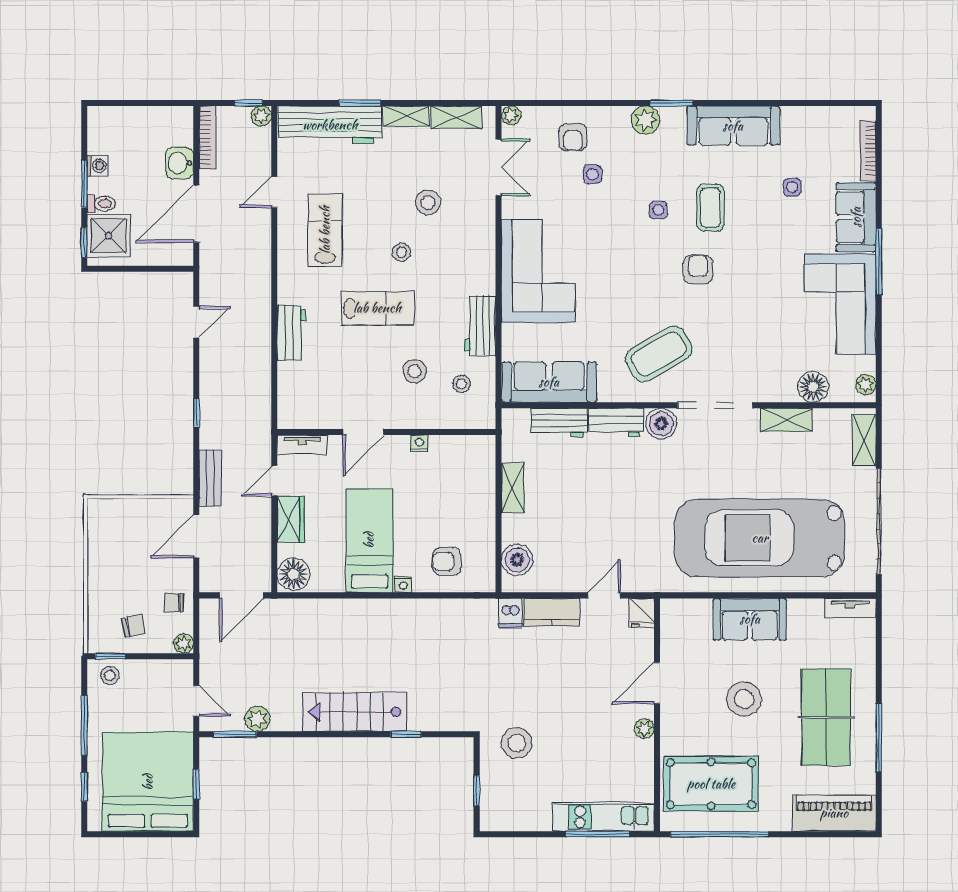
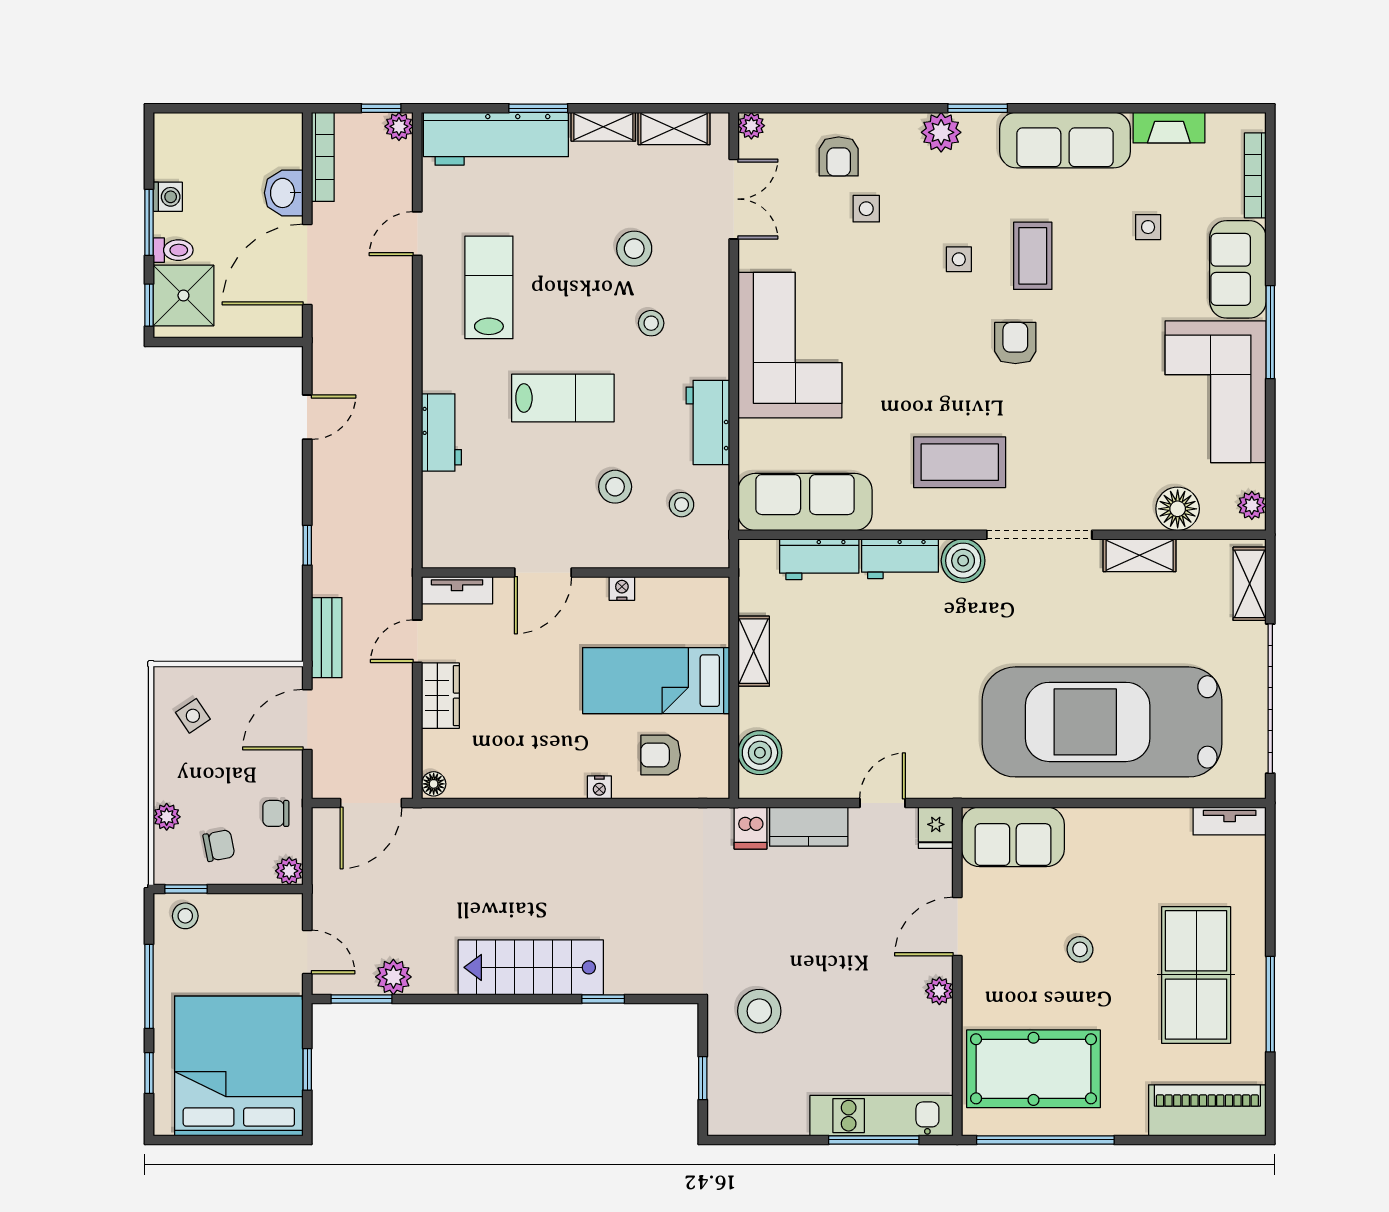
fireplace: (807, 117) -> (1169, 128), added
stool: (402, 252) -> (651, 323), moved
coffee table: (659, 354) -> (960, 462), turned 30
side table: (115, 534) -> (193, 716), added
bed: (369, 540) -> (656, 681), moved, turned -90
floor lamp: (294, 574) -> (434, 784), width x0.53, depth x0.53
plant: (97, 605) -> (167, 817), added
sofa: (750, 619) -> (1013, 837), moved
stool: (744, 699) -> (1080, 949), width x0.53, depth x0.53

